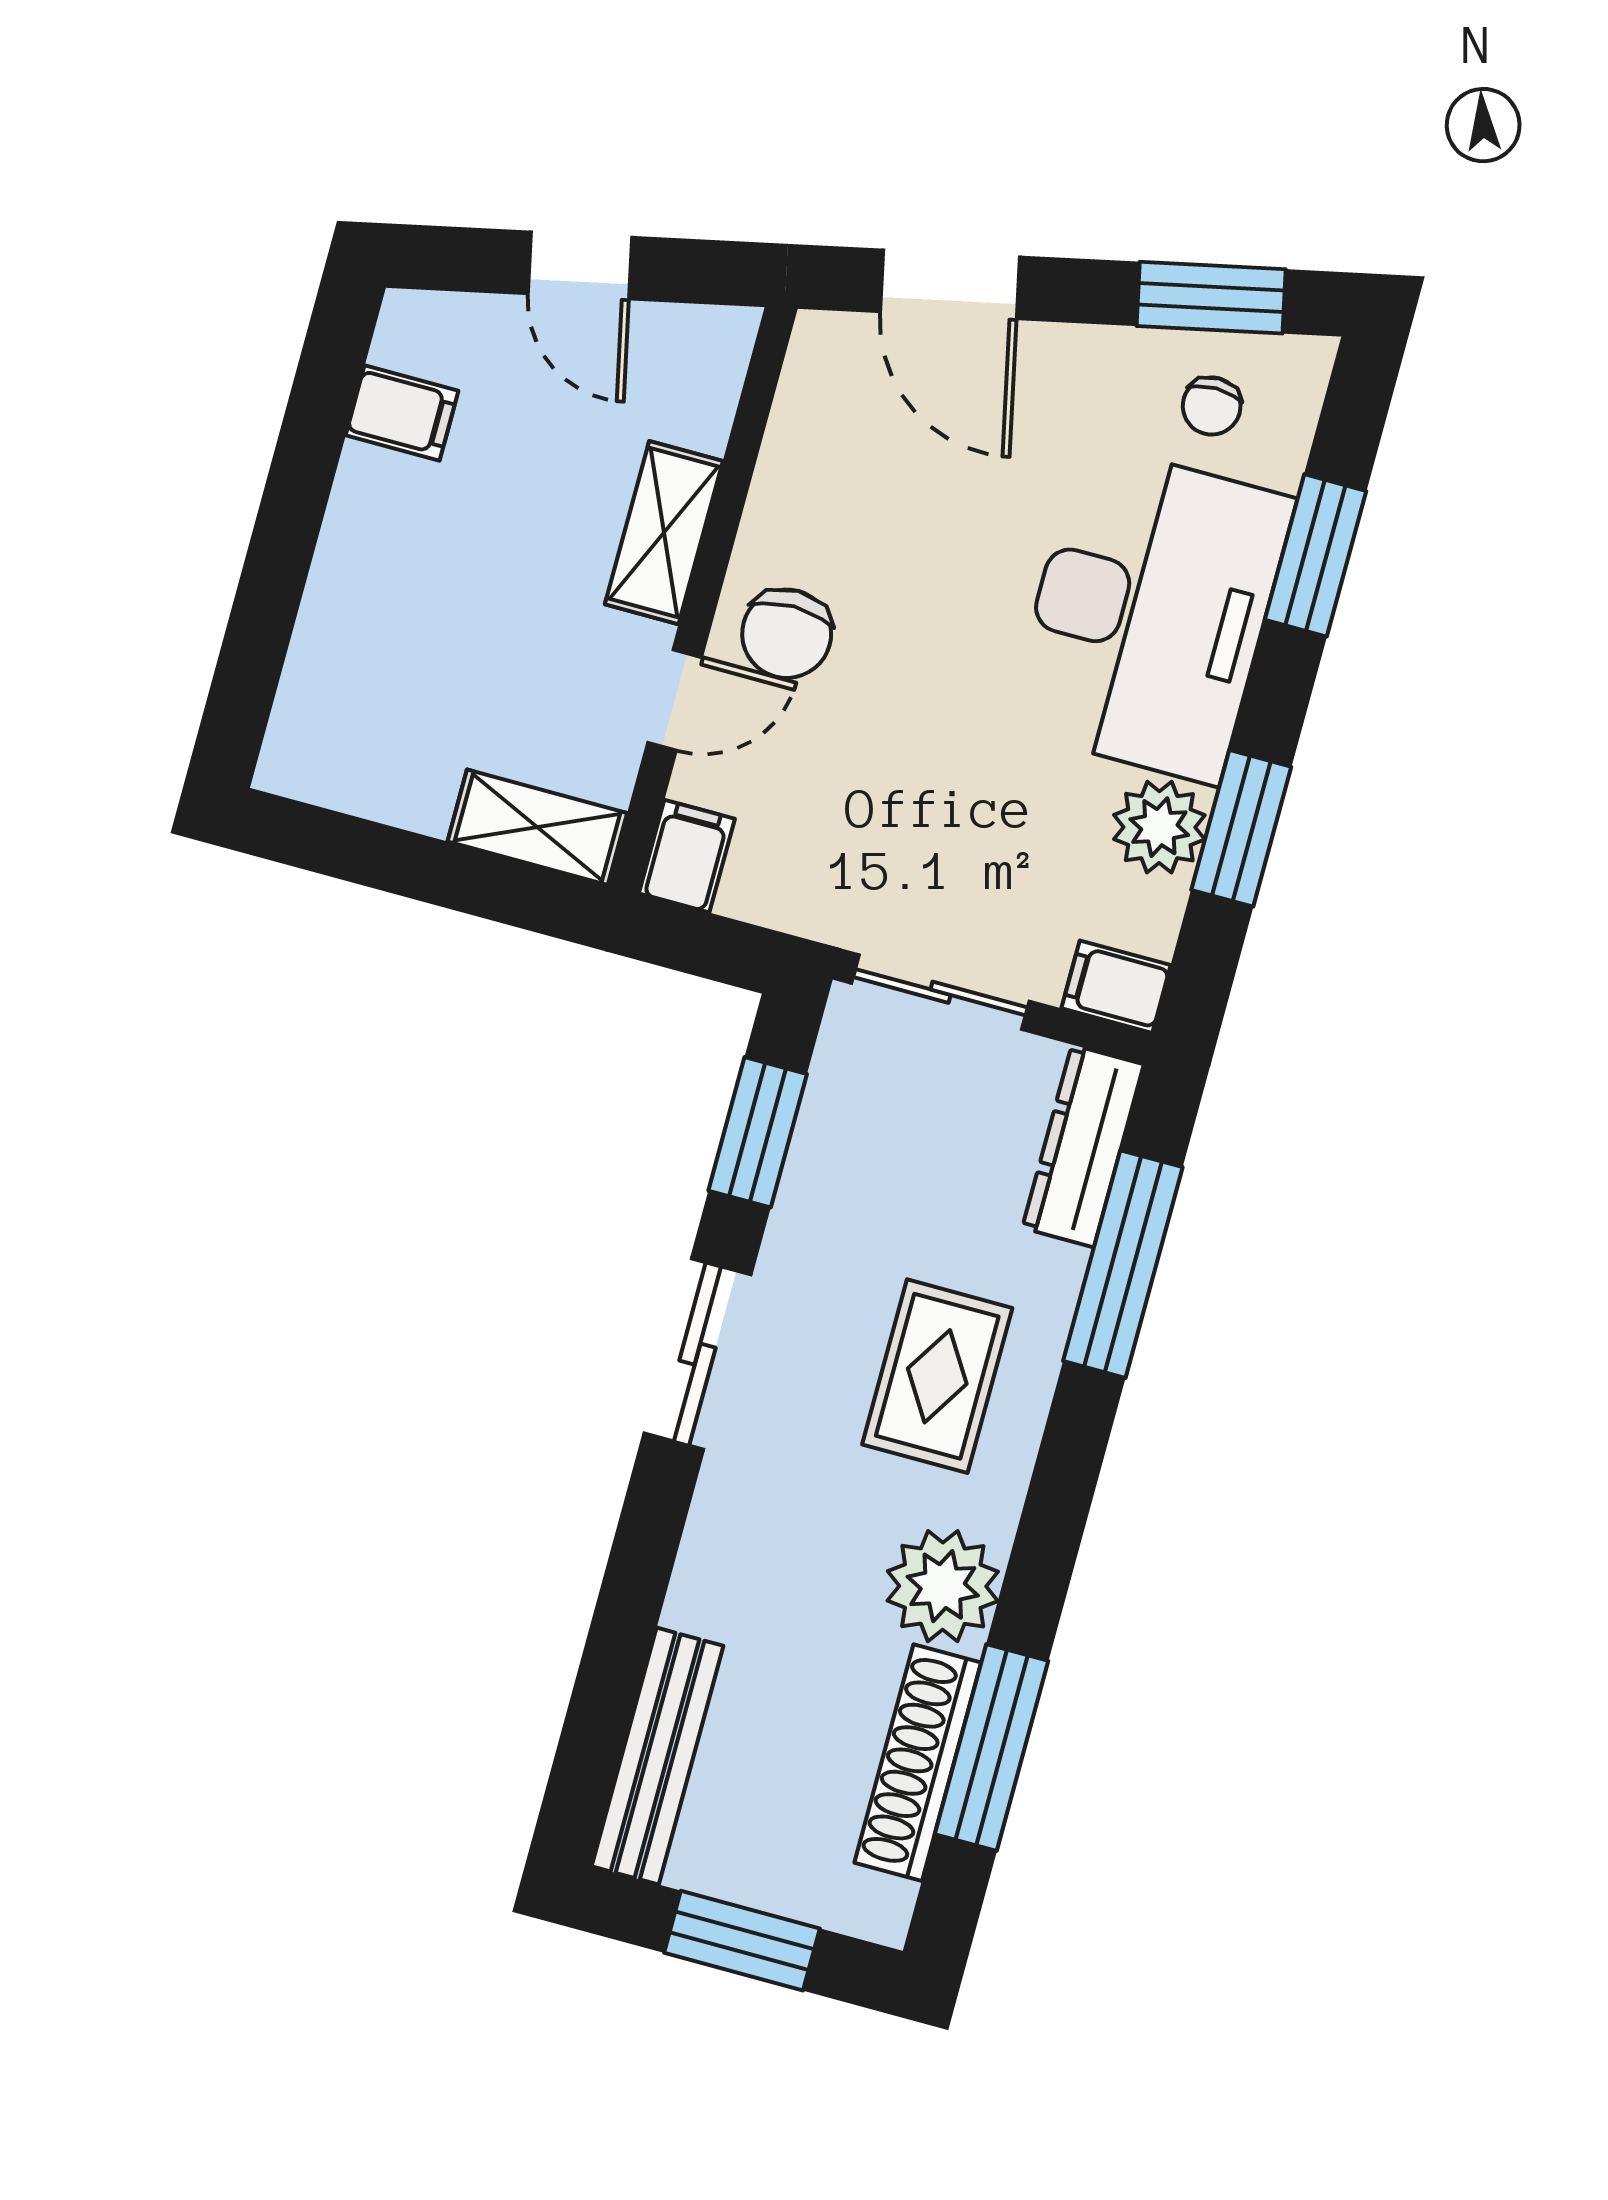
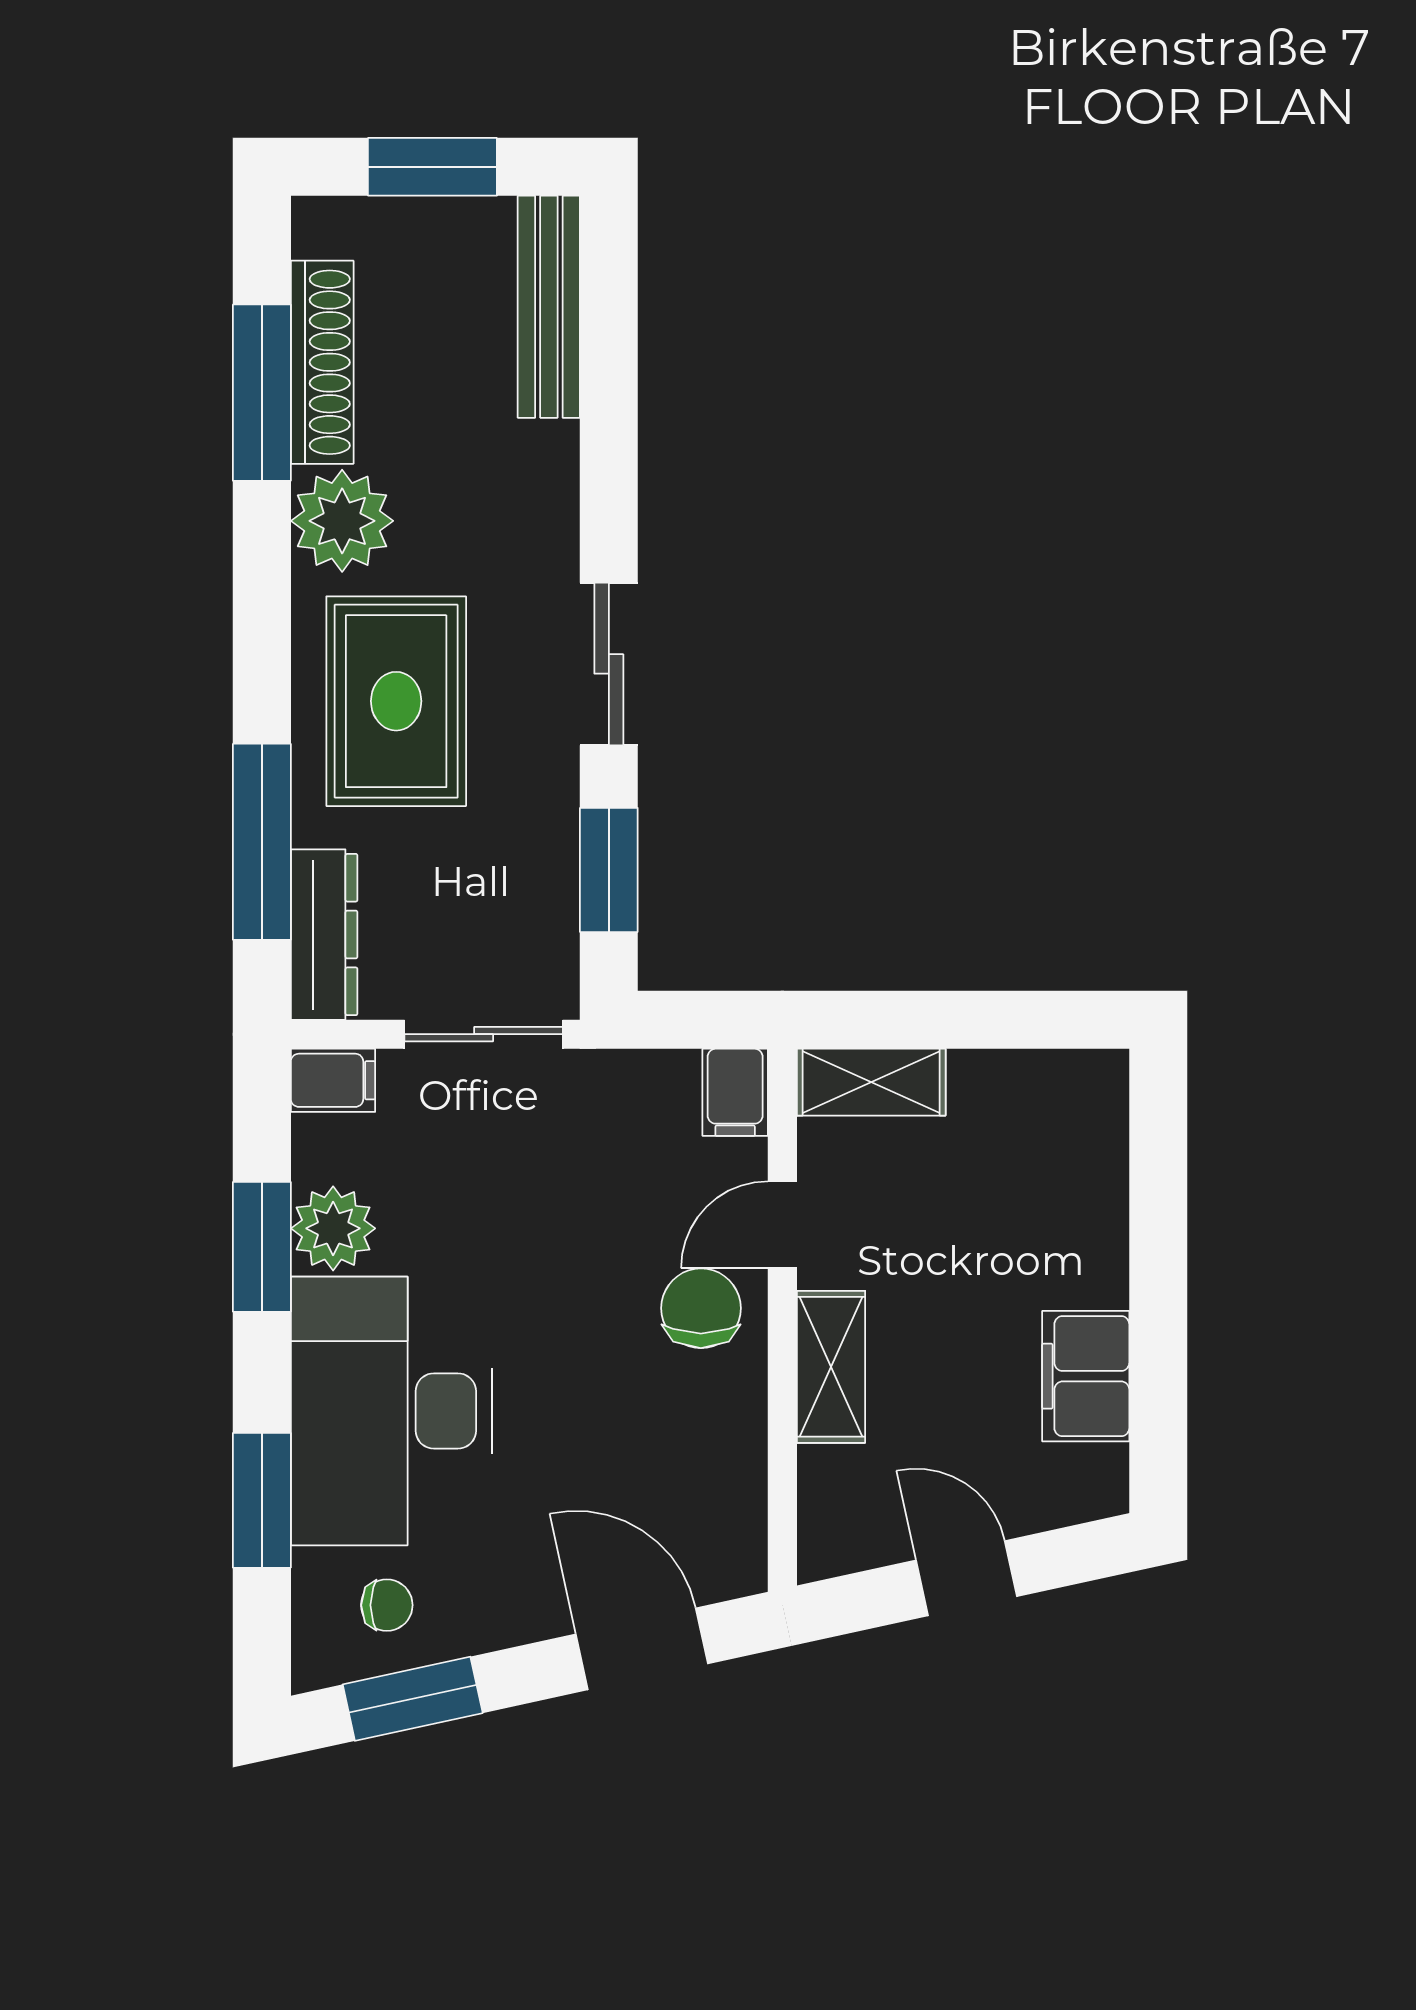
chair: (1212, 406) -> (387, 1605), turned 90
filing cabinet: (402, 413) -> (1086, 1376), width x2.00
rug: (937, 1376) -> (396, 701), width x1.36, depth x1.43

